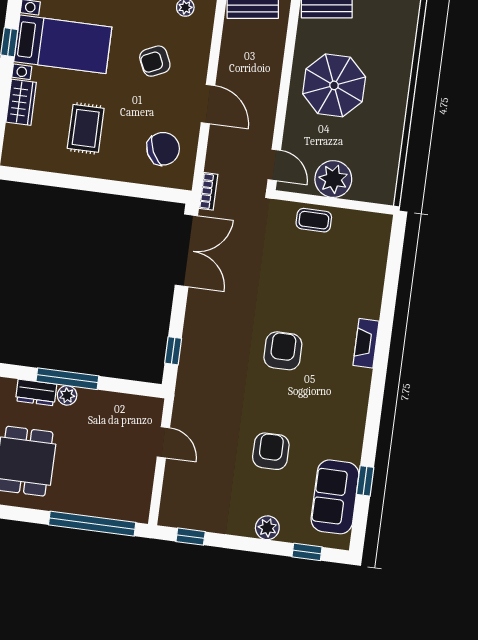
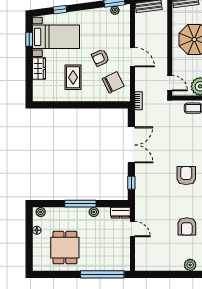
armchair: (155, 61) -> (100, 58), moved
double door: (186, 250) -> (131, 145), moved
dresser: (36, 393) -> (120, 213), moved
plant: (67, 395) -> (94, 212), moved
armchair: (271, 451) -> (187, 226), turned 180
window: (191, 537) -> (152, 274), removed

